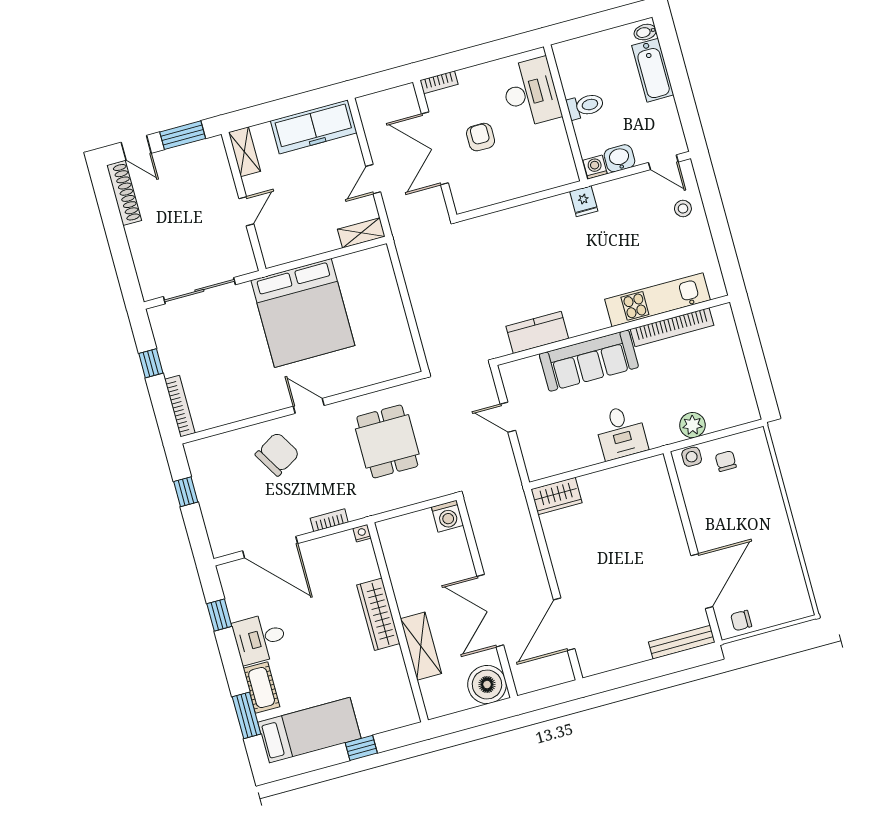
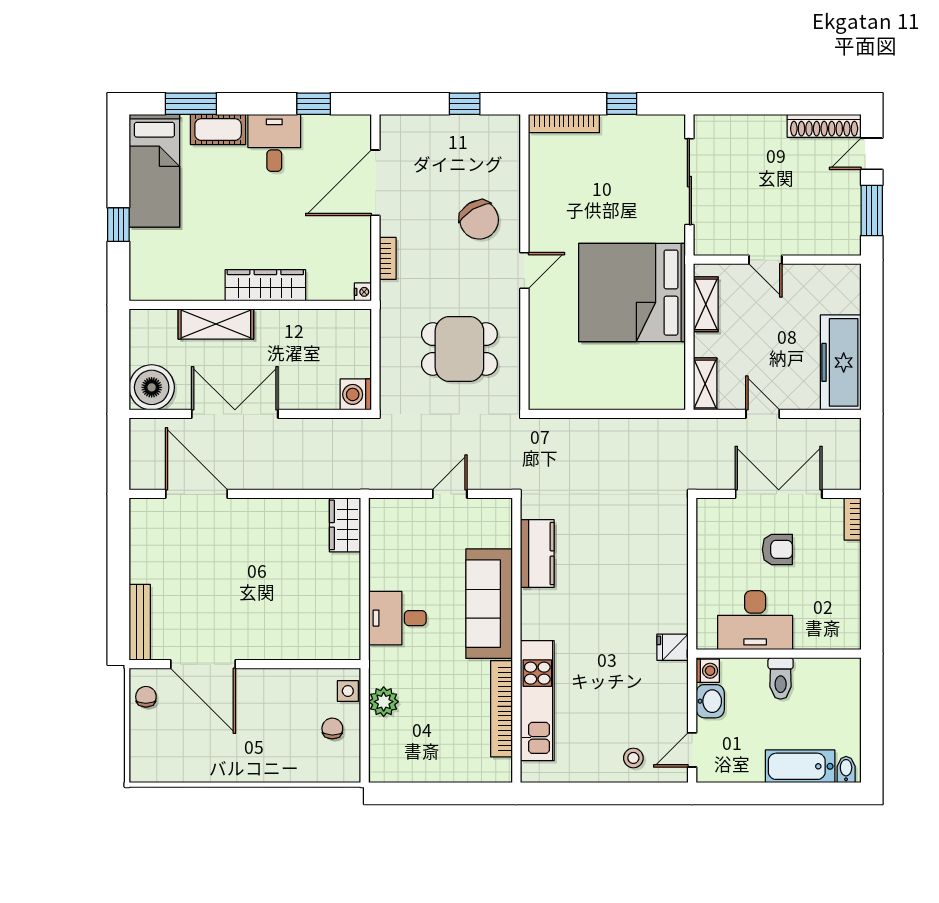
desk: (530, 93) -> (755, 620), moved
shelving: (244, 152) -> (706, 304), moved, turned 90
chair: (726, 461) -> (332, 728), turned -89

